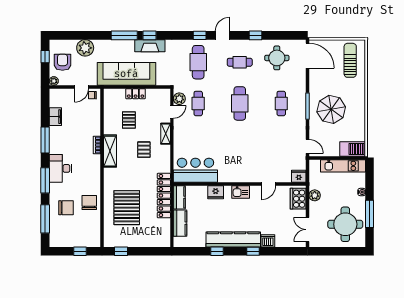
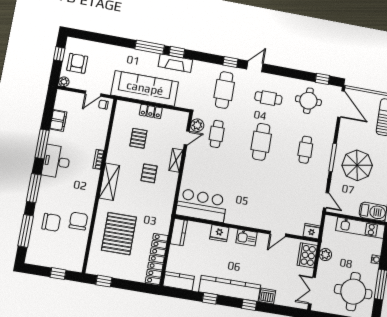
window: (255, 35) -> (322, 79), moved
plant: (85, 48) -> (105, 53), removed
shelving: (110, 151) -> (109, 182), moved
desk: (60, 168) -> (56, 161), moved
locker: (164, 196) -> (157, 259), moved
kitchen counter: (180, 223) -> (179, 281), moved, turned -90

